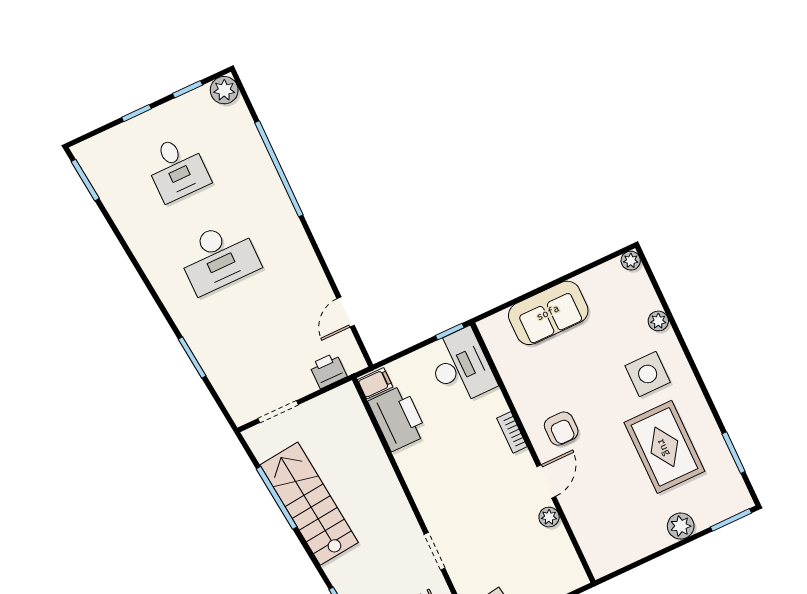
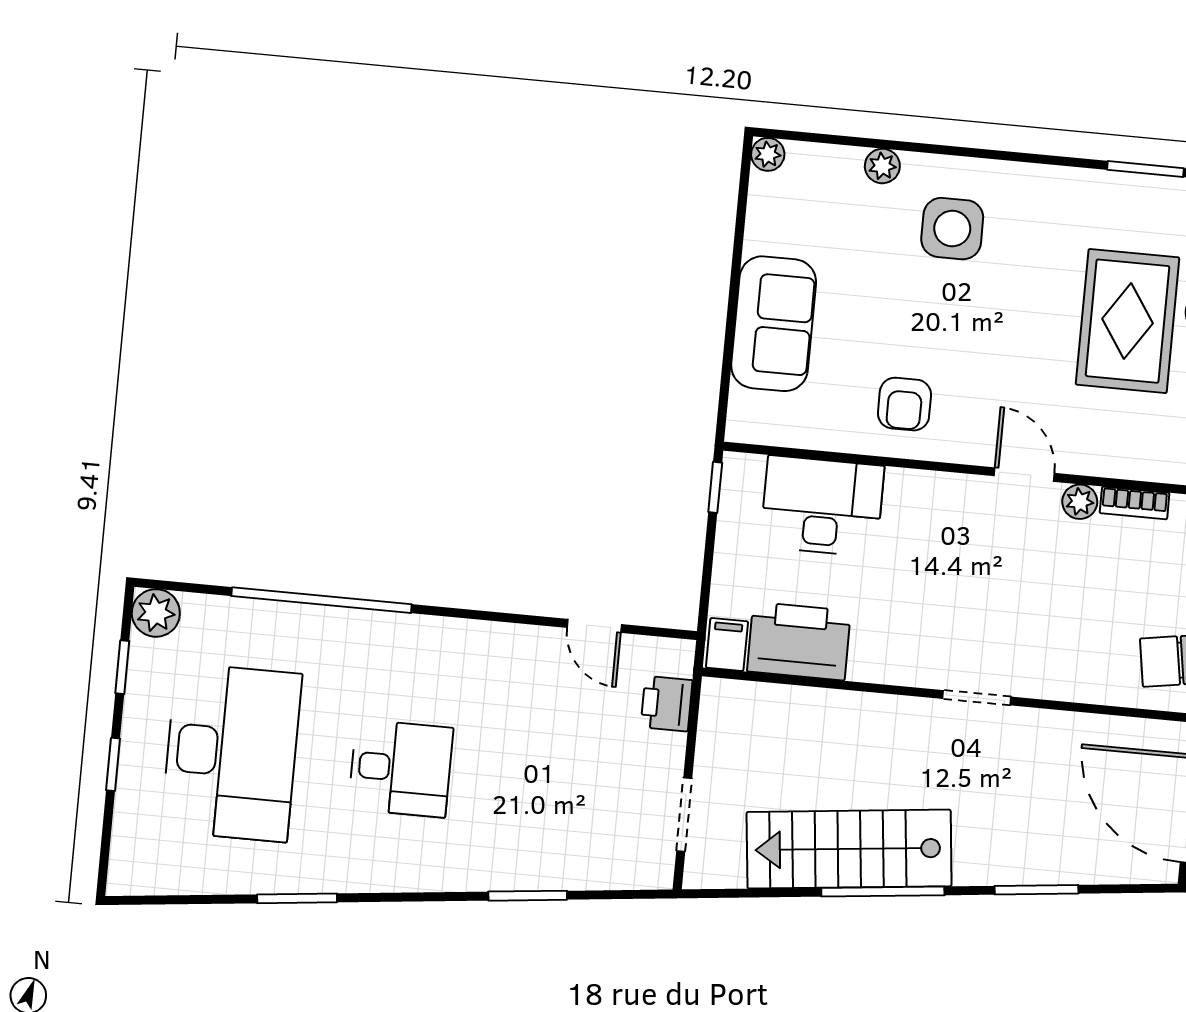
desk: (177, 168) -> (231, 752), width x1.87, depth x1.30
window: (85, 180) -> (297, 898), moved
desk: (218, 257) -> (401, 768), width x0.73
desk: (461, 367) -> (822, 506), moved
armchair: (561, 429) -> (904, 404), moved, turned 90
bookcase: (512, 432) -> (1135, 503), moved
rug: (664, 447) -> (1128, 321), moved, turned 90
window: (277, 498) -> (883, 892), moved
doorway: (435, 551) -> (977, 698), moved

